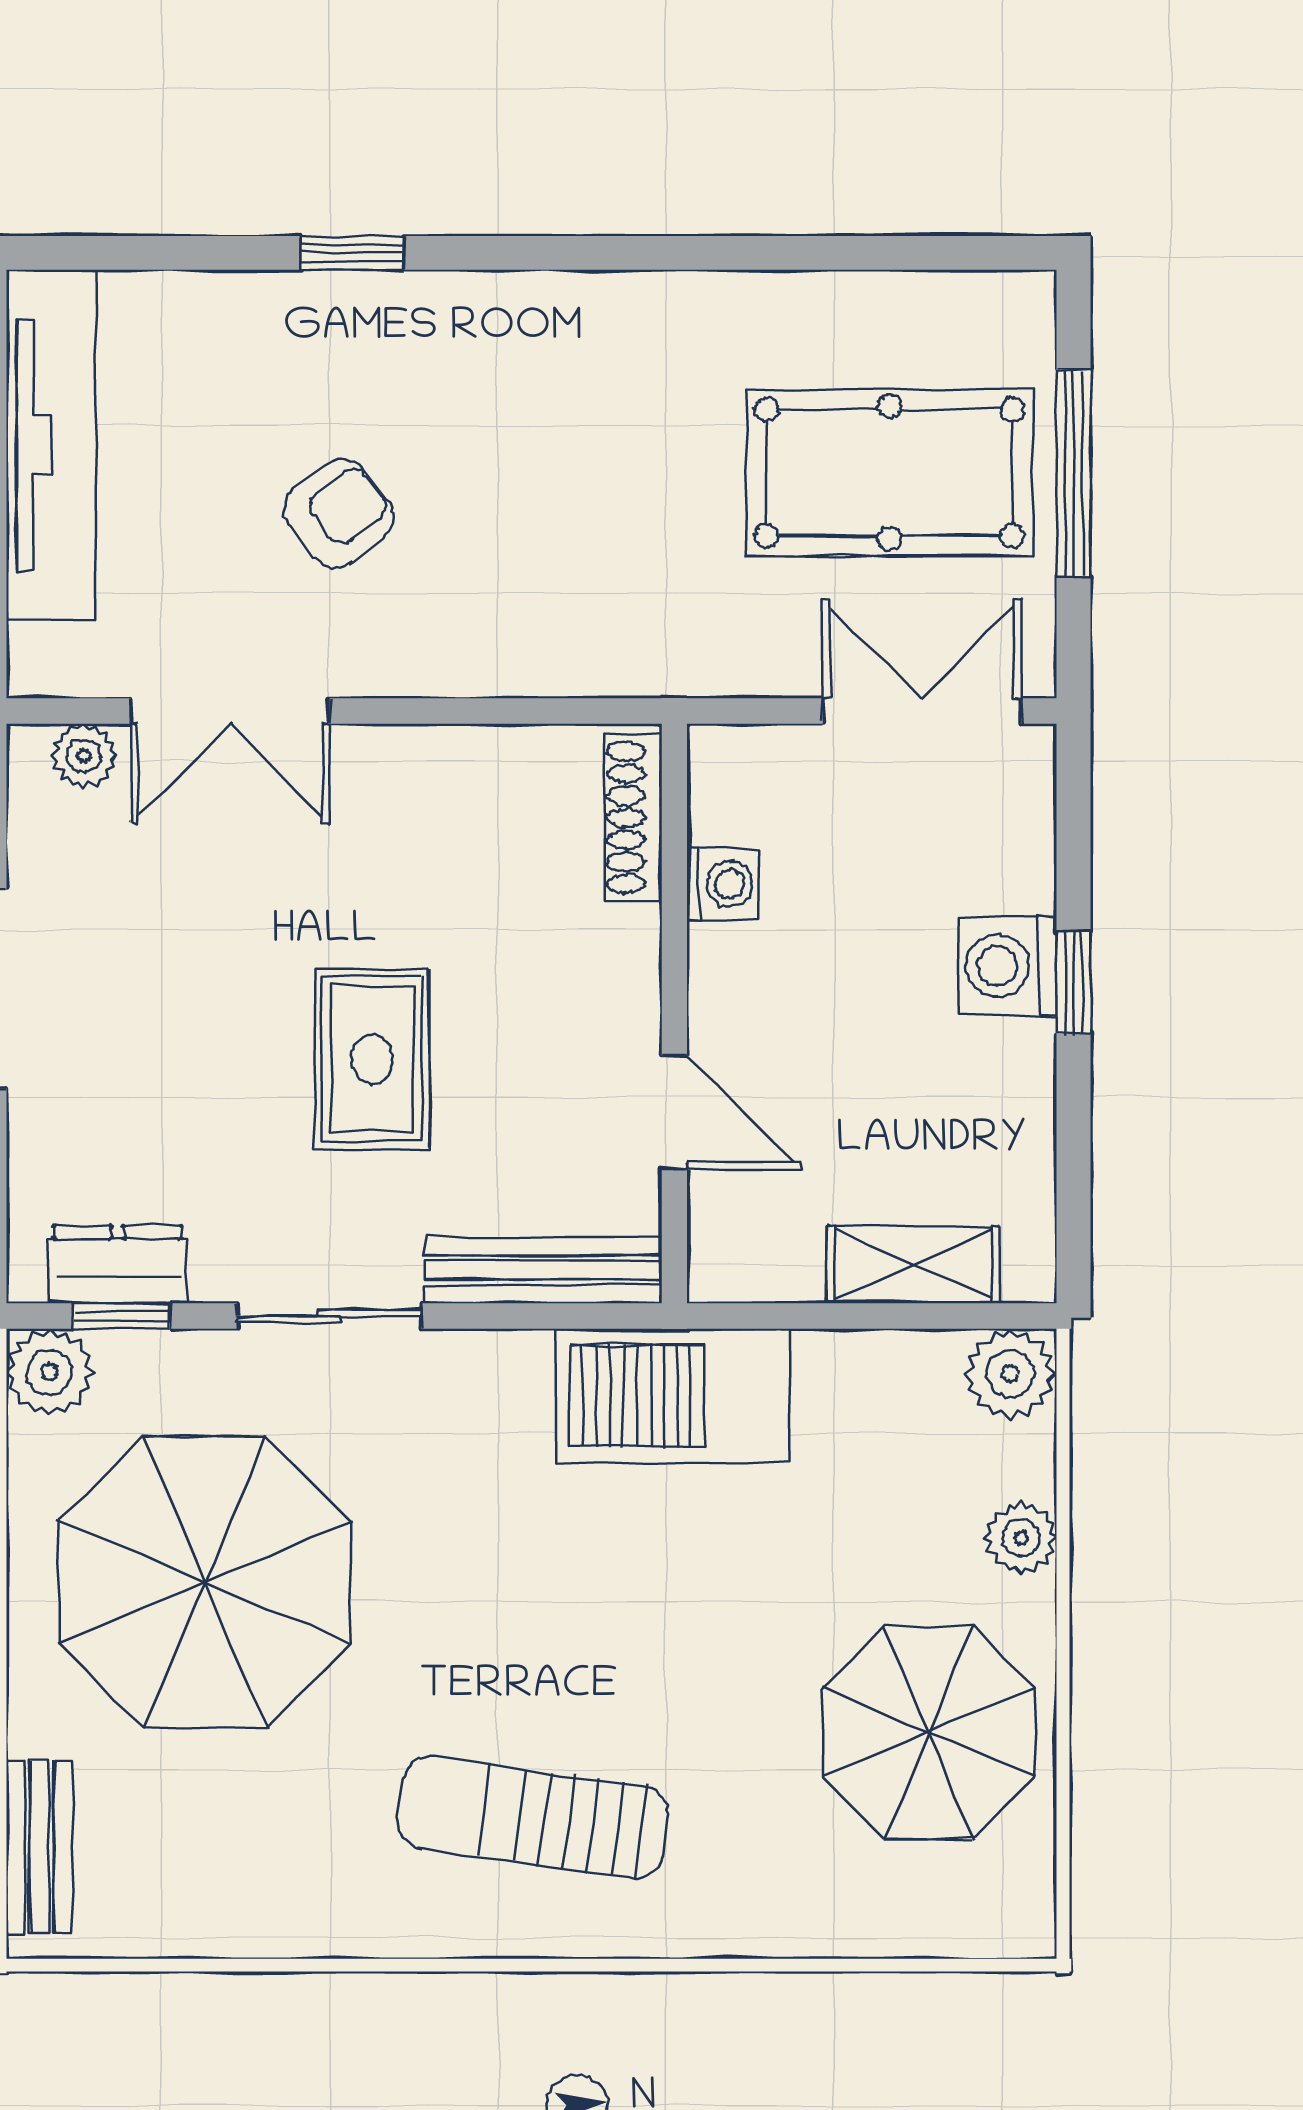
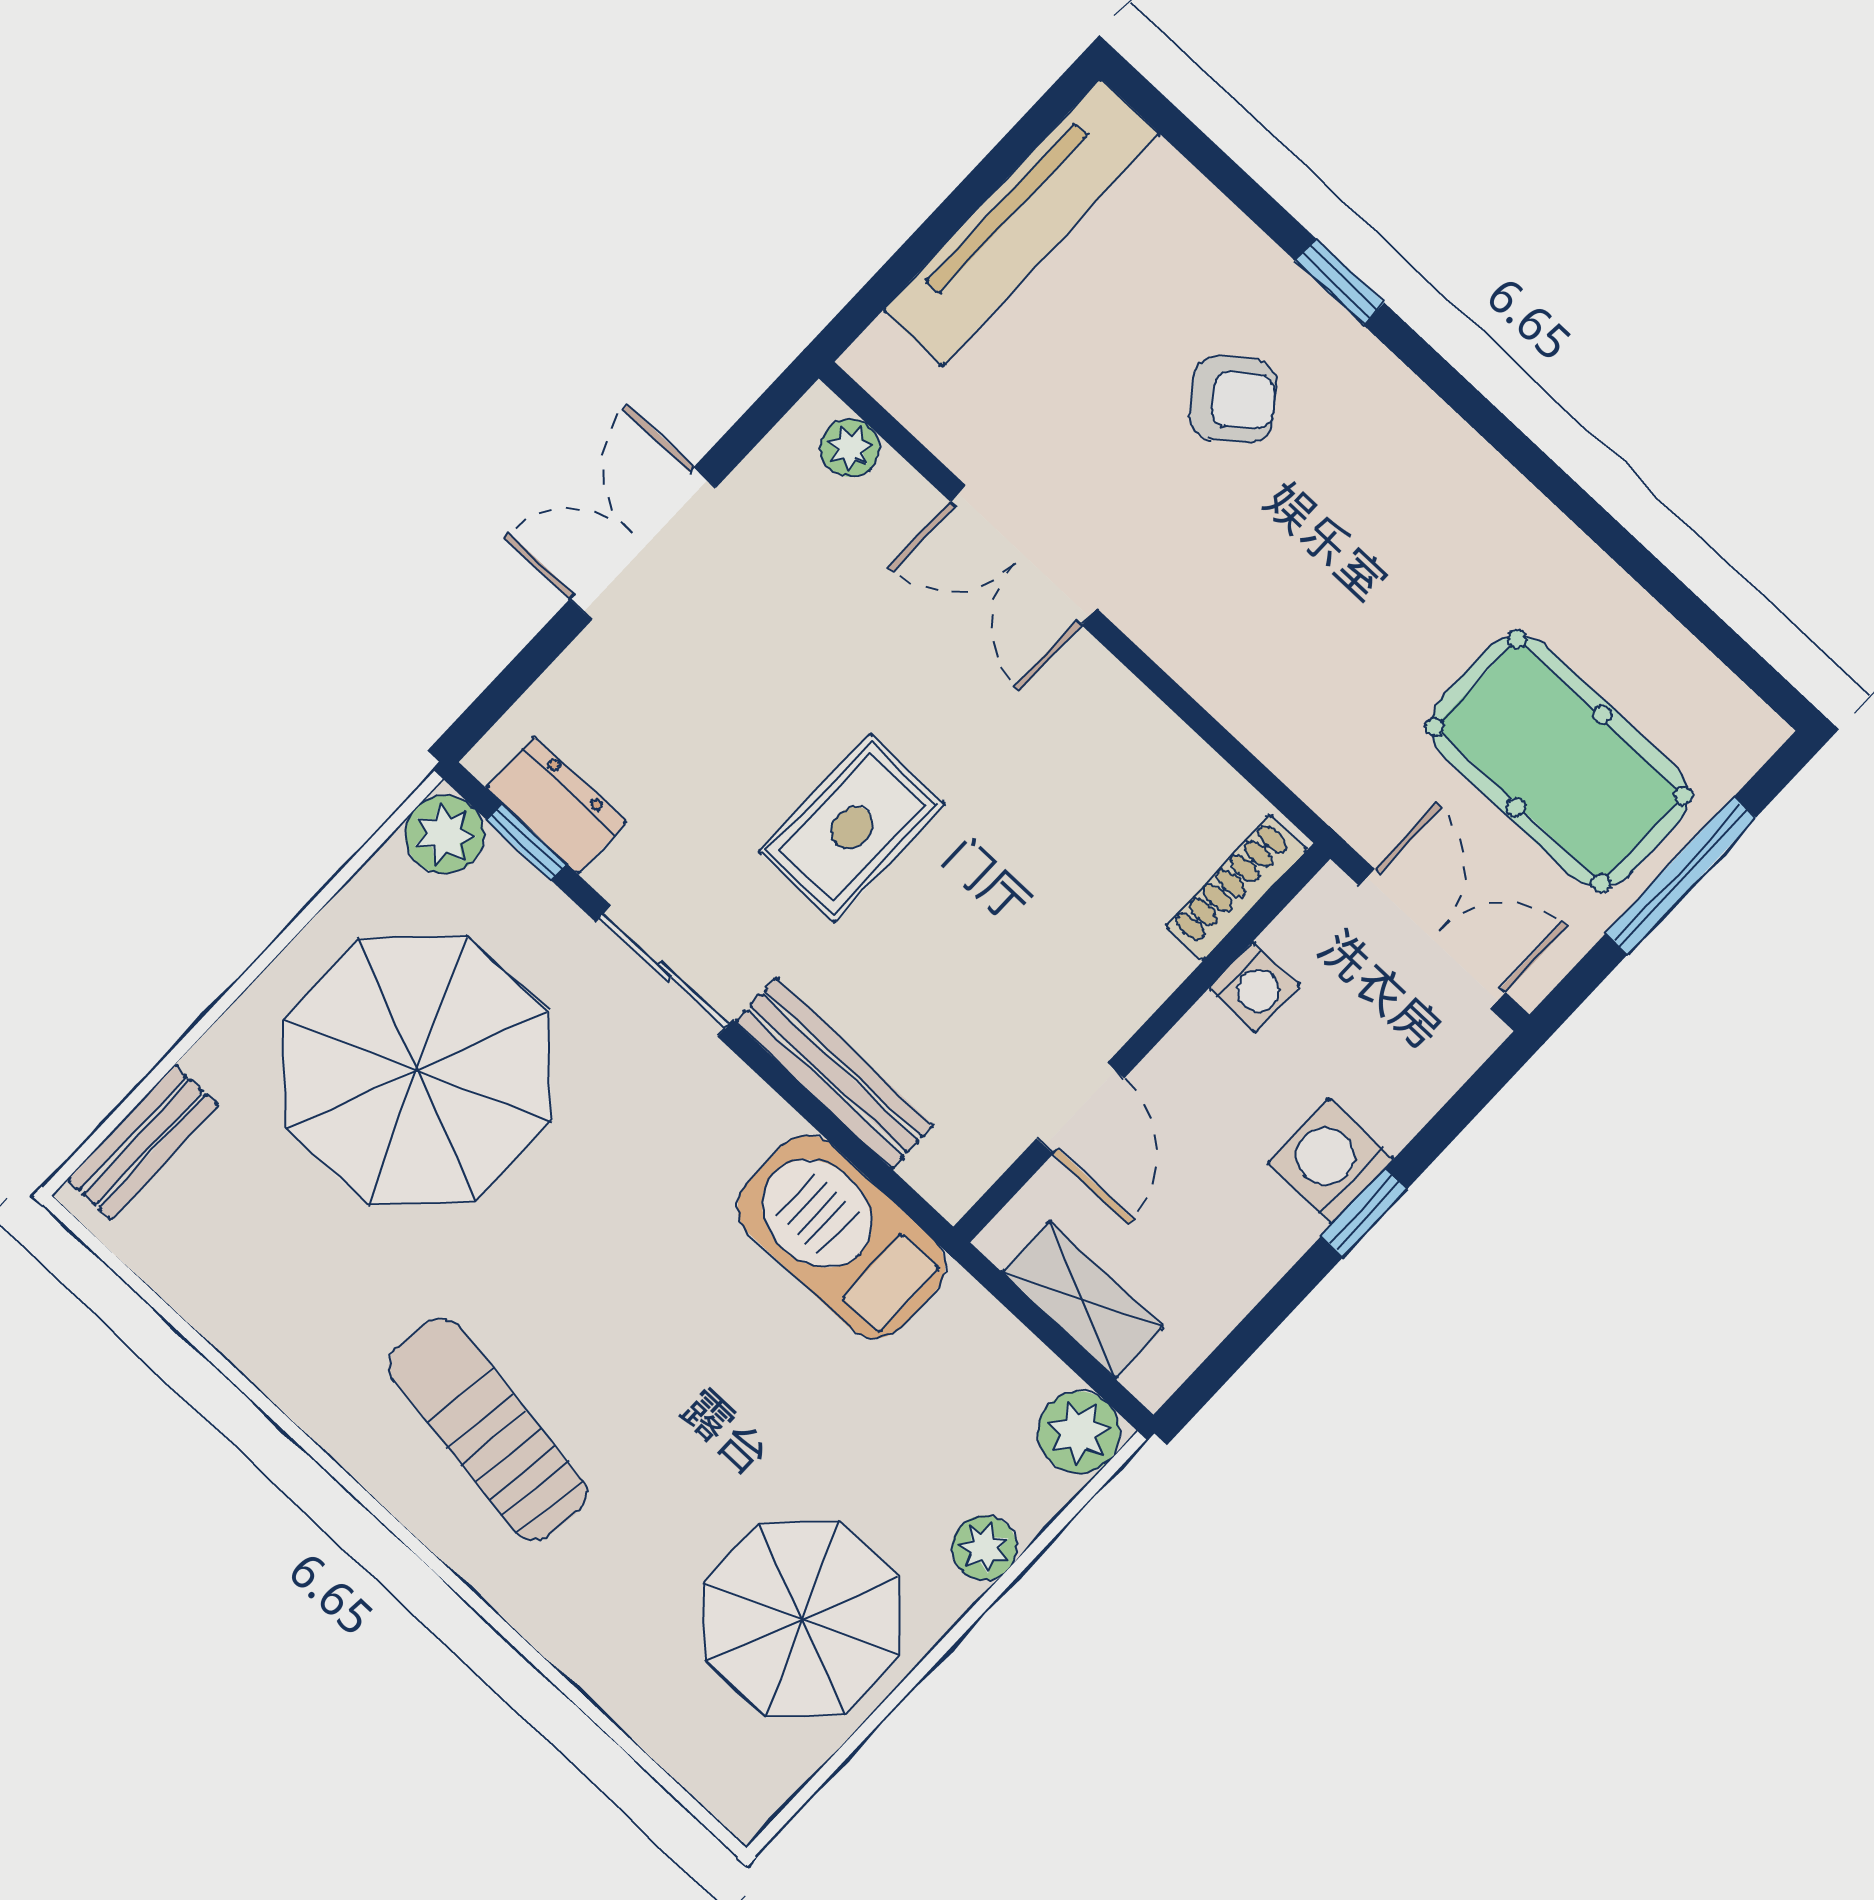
armchair: (339, 513) -> (1233, 399), moved
double door: (230, 711) -> (1023, 555), moved
shoe rack: (633, 818) -> (1236, 888), moved
washing machine: (723, 884) -> (1254, 987), moved
wall: (674, 1013) -> (1142, 1043), moved
door: (674, 1113) -> (1080, 1108), moved

